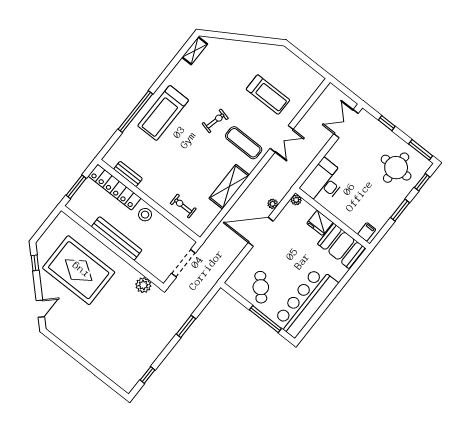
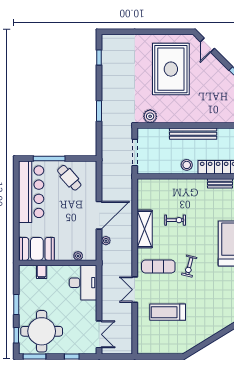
round table: (396, 168) -> (42, 331), width x1.36, depth x1.36
plant: (296, 200) -> (78, 256), moved
exercise bike: (183, 206) -> (175, 220), moved
fridge: (320, 223) -> (64, 253), removed
filing cabinet: (367, 232) -> (42, 272), moved
rug: (79, 270) -> (171, 69), moved, turned 90

